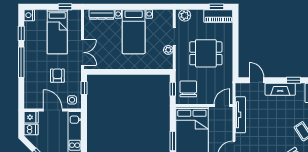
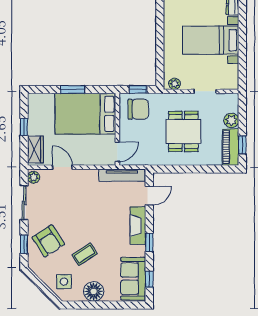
plant: (185, 15) -> (231, 120), moved
plant: (168, 50) -> (175, 84), moved
door: (222, 105) -> (117, 152), hinge flipped
tv unit: (240, 115) -> (122, 175), moved

